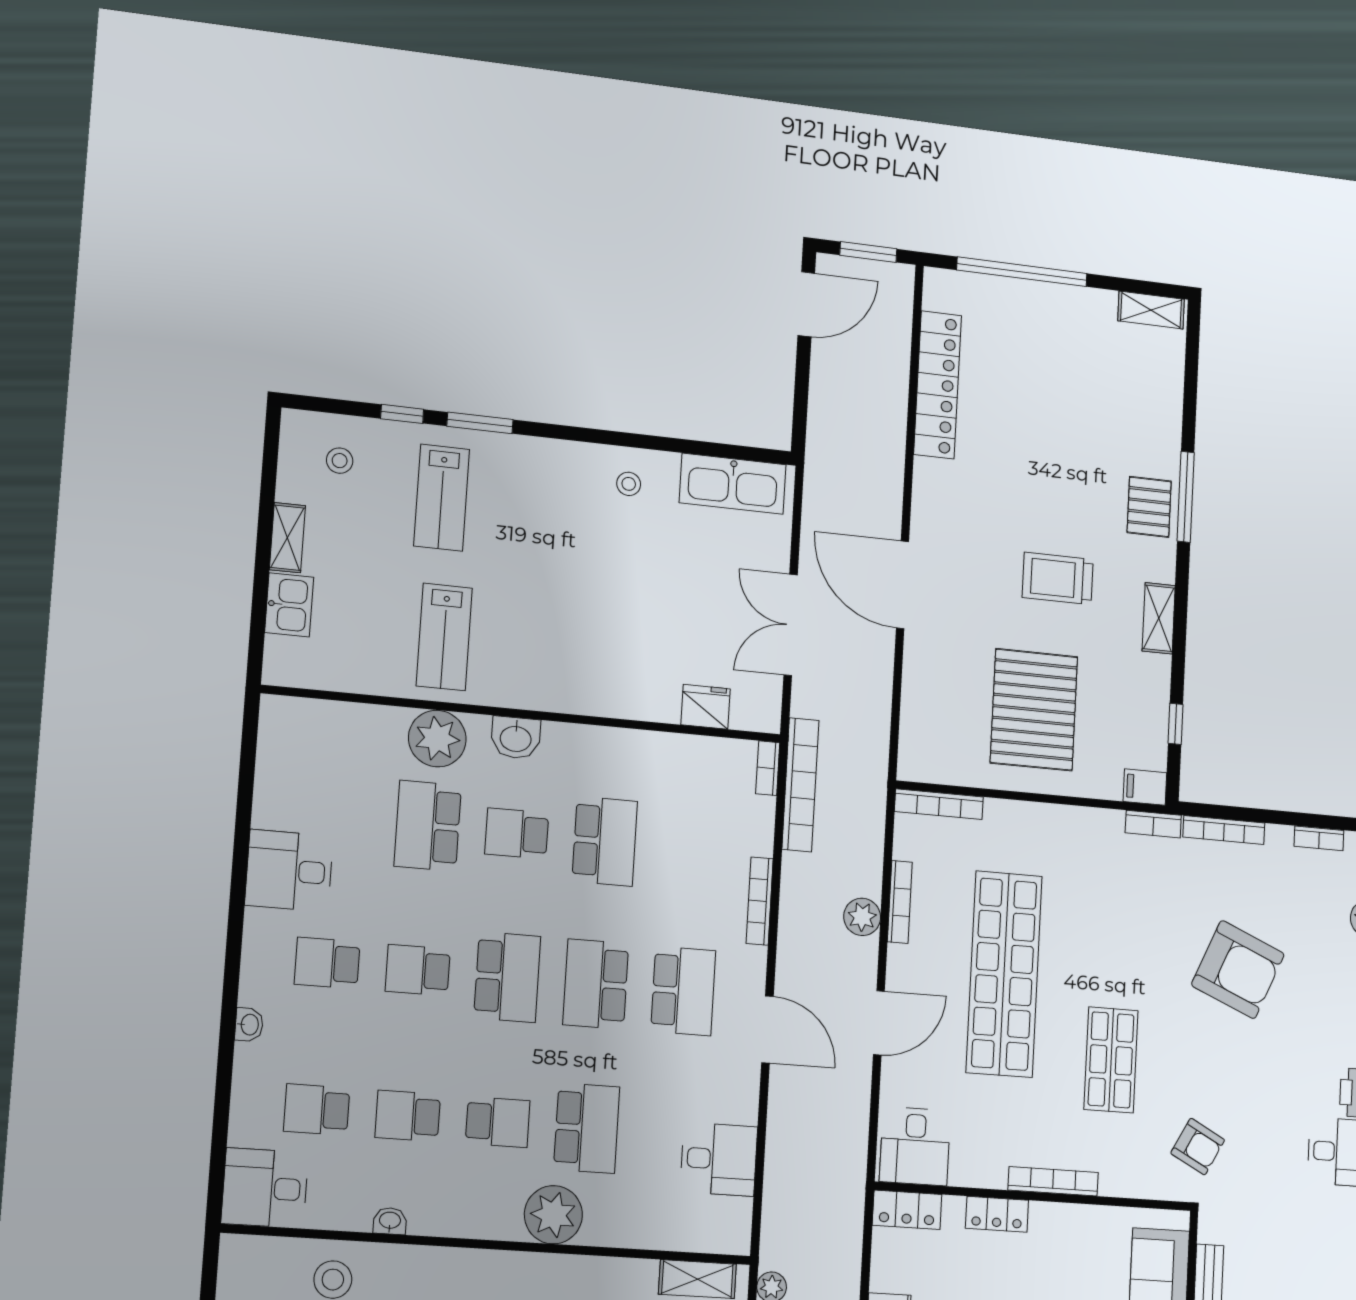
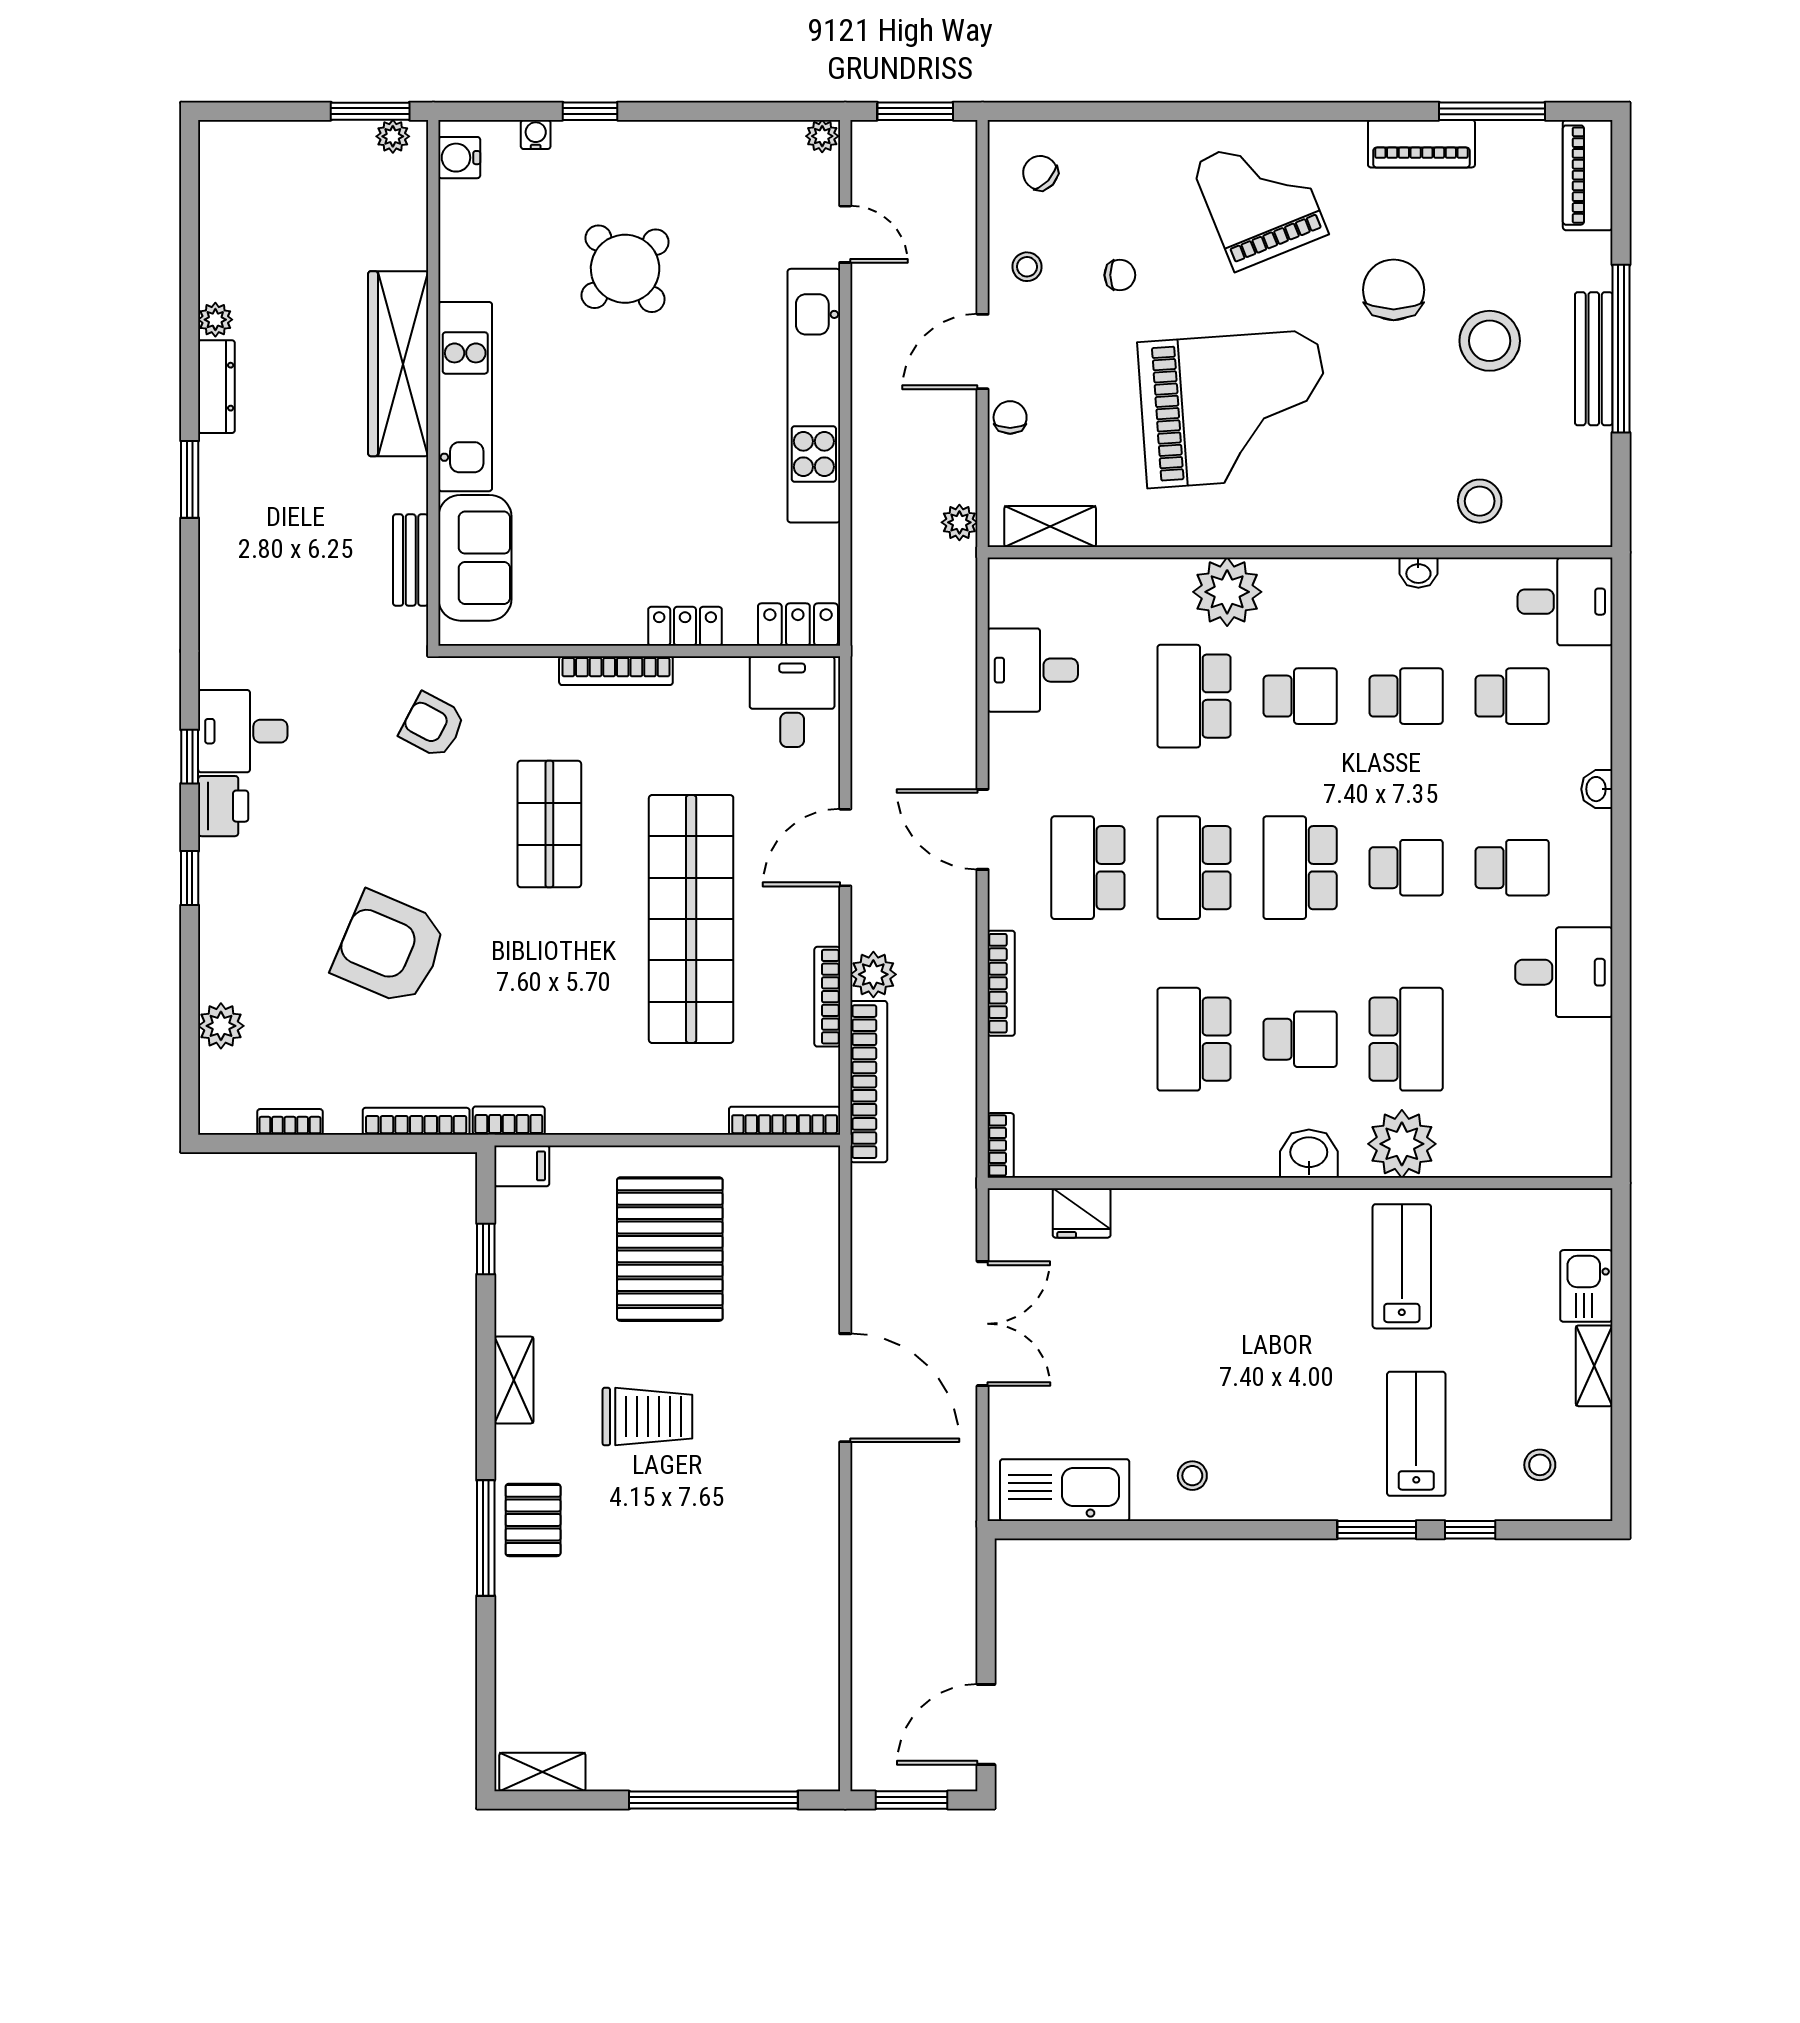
locker: (938, 385) -> (814, 1643), removed
bookcase: (800, 785) -> (869, 1082), moved, turned 180
school desk: (596, 984) -> (1194, 868), turned 180
school desk: (498, 1122) -> (1300, 696), turned 180

